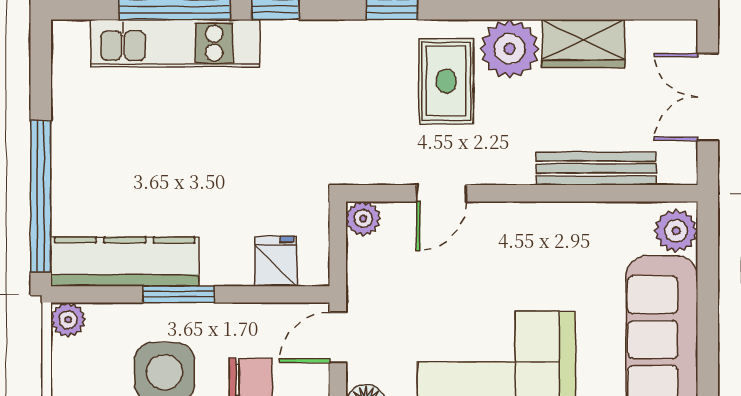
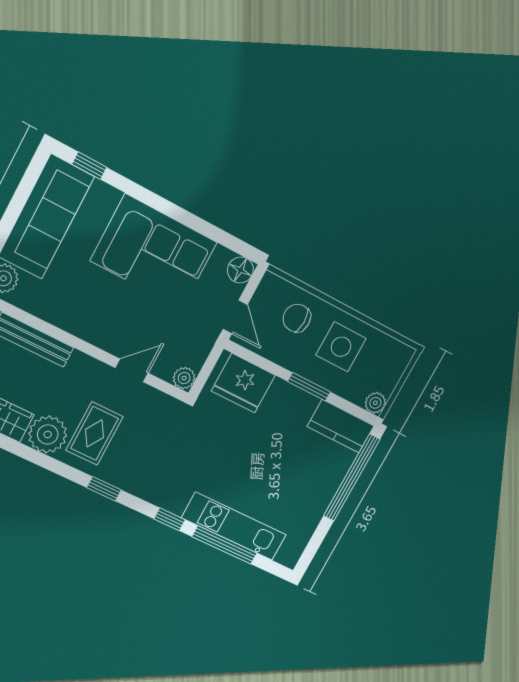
fridge: (276, 261) -> (243, 383), width x1.88, depth x1.34
kitchen counter: (125, 262) -> (341, 426), width x0.67
door: (338, 337) -> (235, 317), hinge flipped

